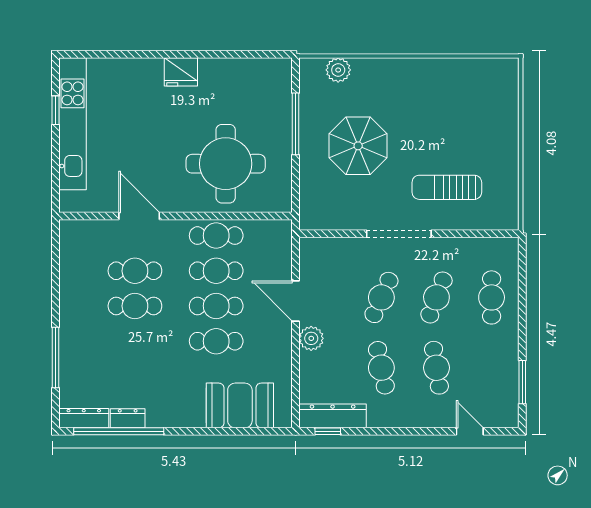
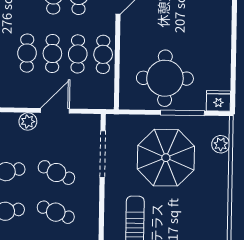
fridge: (181, 72) -> (218, 101), moved, turned 90
parasol: (358, 146) -> (166, 158), width x1.36, depth x1.36
round table: (226, 164) -> (165, 78), moved
doorway: (399, 234) -> (103, 154), moved

